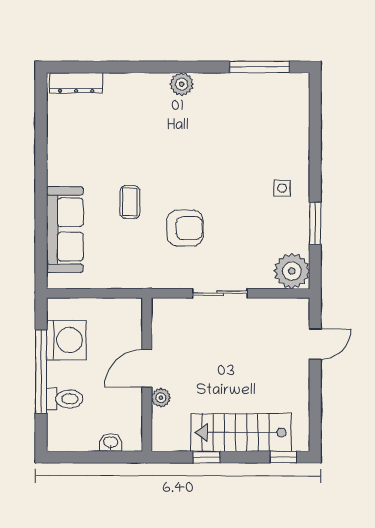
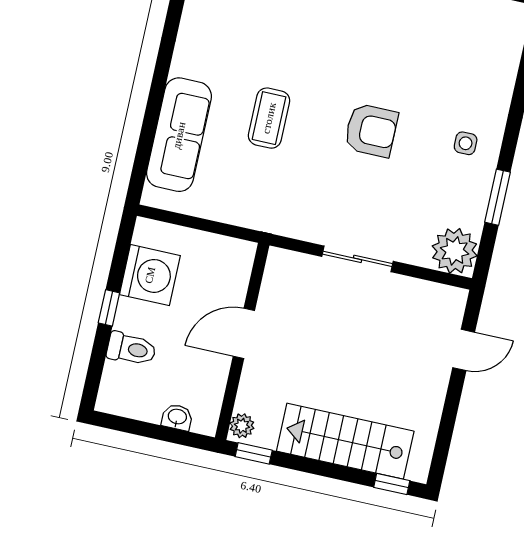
coffee table: (130, 202) -> (269, 118), width x1.36, depth x1.30
armchair: (185, 228) -> (371, 130), moved
window: (41, 372) -> (109, 308), width x0.32
plant: (161, 398) -> (242, 426), moved
window: (207, 457) -> (254, 453), moved

